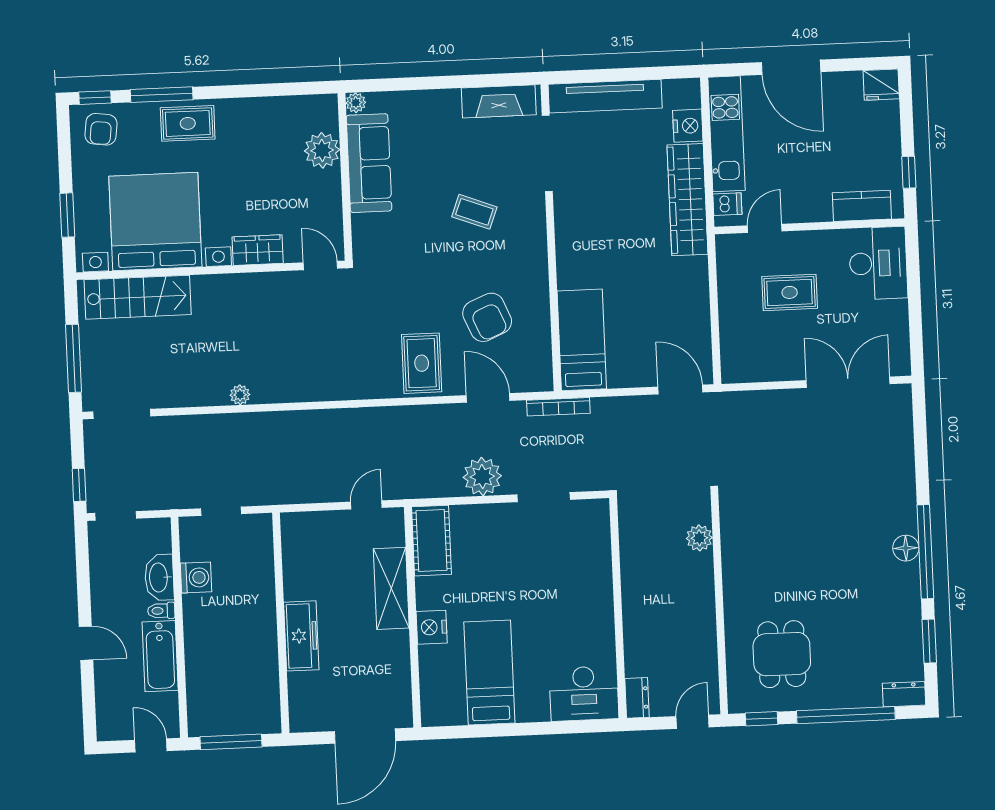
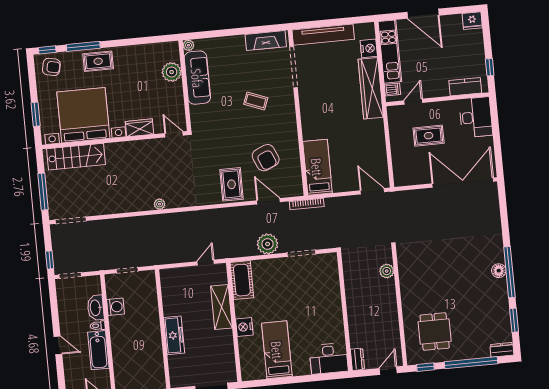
armchair: (101, 129) -> (51, 67), turned -85
double door: (848, 382) -> (463, 183), width x1.36
plant: (240, 395) -> (160, 204), moved

